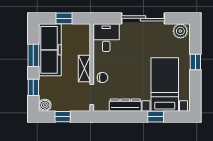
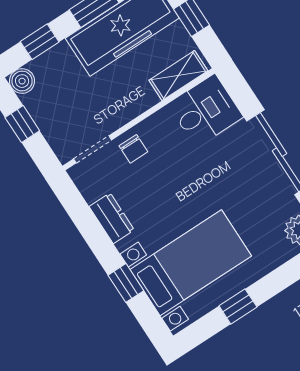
window: (195, 62) -> (238, 306), moved
shelving: (84, 68) -> (178, 76), moved
dresser: (125, 105) -> (112, 218), width x0.70

